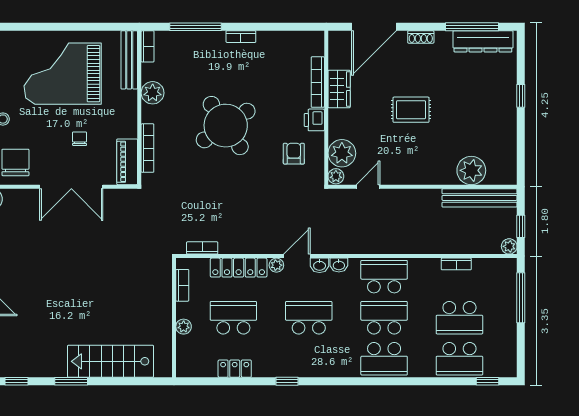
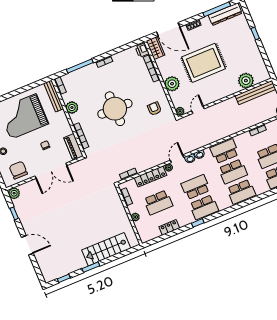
door: (374, 27) -> (168, 29), hinge flipped
wardrobe: (339, 89) -> (156, 48), moved
rug: (411, 110) -> (204, 63), width x1.86, depth x2.06
printer: (314, 120) -> (142, 50), moved
round table: (226, 126) -> (115, 109), turned 34
plant: (342, 153) -> (172, 84), moved
school desk: (233, 318) -> (158, 202), turned 180
school desk: (384, 318) -> (233, 171), turned 180
school desk: (309, 359) -> (204, 207), added

